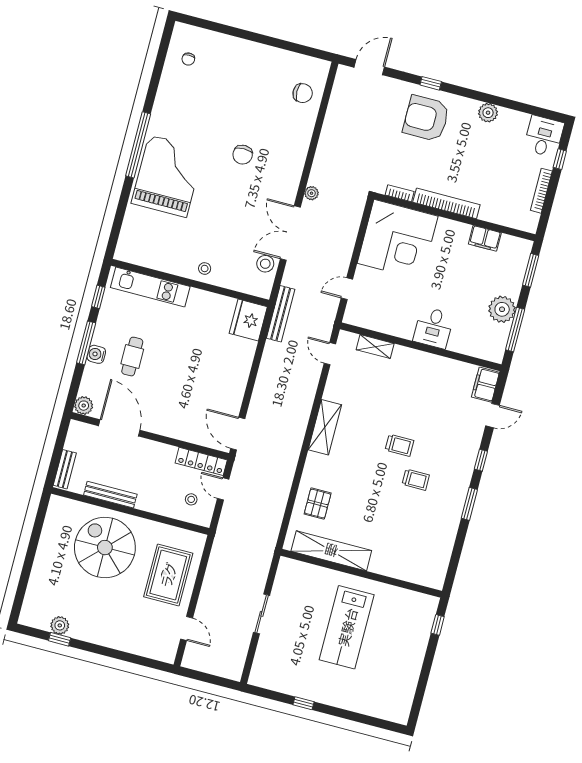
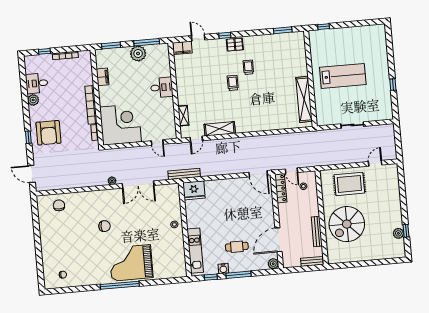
desk: (544, 136) -> (37, 83), moved
stool: (265, 264) -> (160, 192), removed
water cooler: (96, 354) -> (223, 269), moved
shelving: (325, 427) -> (220, 129), moved
door: (238, 434) -> (258, 174), hinge flipped
door: (223, 489) -> (291, 171), hinge flipped
pallet: (318, 504) -> (235, 45), moved
window: (469, 504) -> (283, 30), moved

